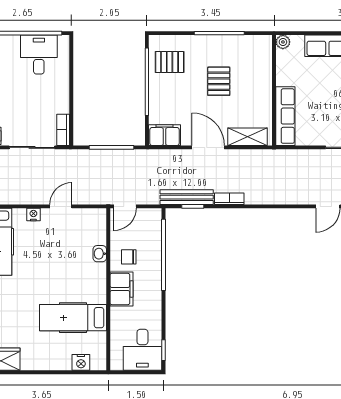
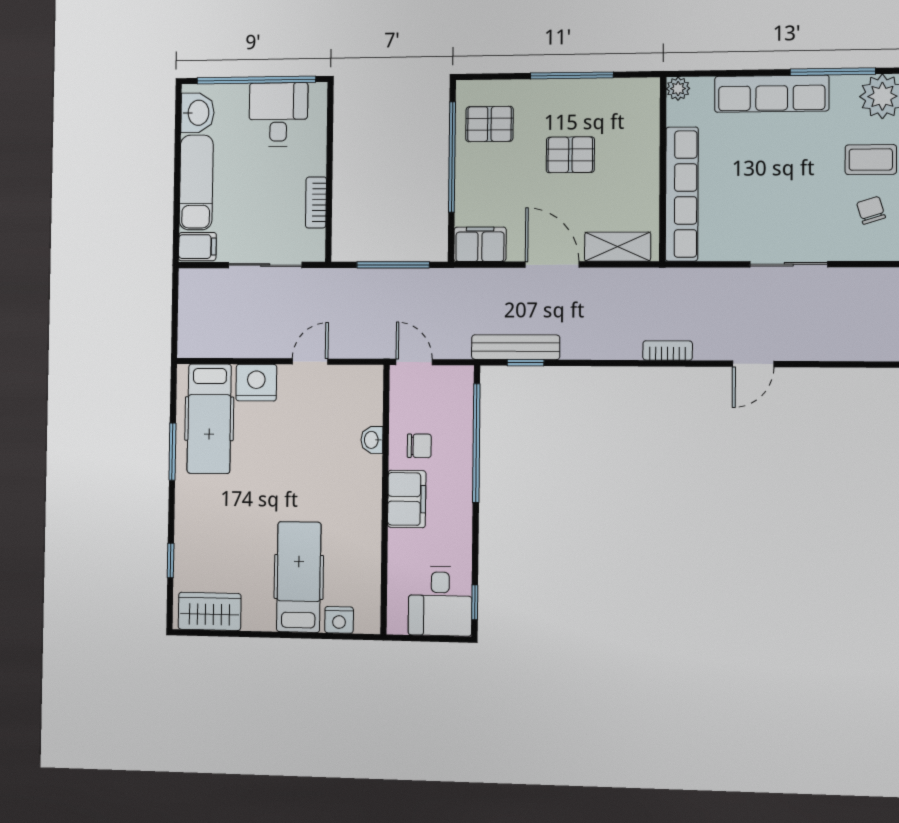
pallet: (219, 81) -> (570, 155), turned 90
row of seats: (285, 116) -> (682, 194), width x1.36
bookcase: (63, 130) -> (316, 202), moved
bookcase: (229, 199) -> (668, 351), moved
door: (125, 206) -> (414, 362), swing flipped
nightstand: (33, 215) -> (256, 383), width x1.89, depth x1.79
chair: (129, 257) -> (419, 446), turned 180
hospital bed: (73, 318) -> (299, 577), moved, turned 90

